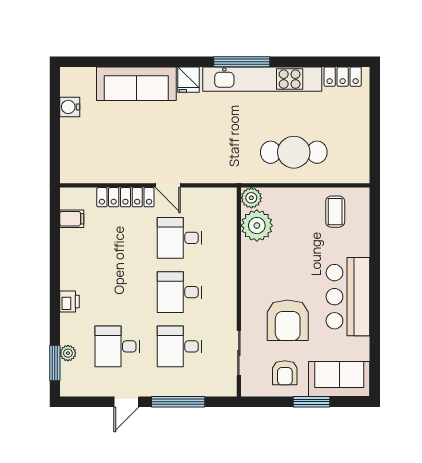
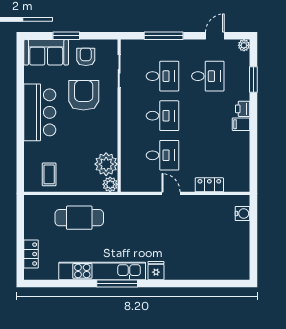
locker: (343, 77) -> (31, 254), moved, turned 90
sofa: (136, 84) -> (194, 268), removed
water cooler: (70, 107) -> (243, 214), moved
locker: (125, 197) -> (209, 185), width x0.66
filing cabinet: (72, 219) -> (241, 124), moved
plant: (68, 353) -> (244, 45), moved
window: (55, 363) -> (253, 80), moved
door: (126, 402) -> (215, 36), moved

